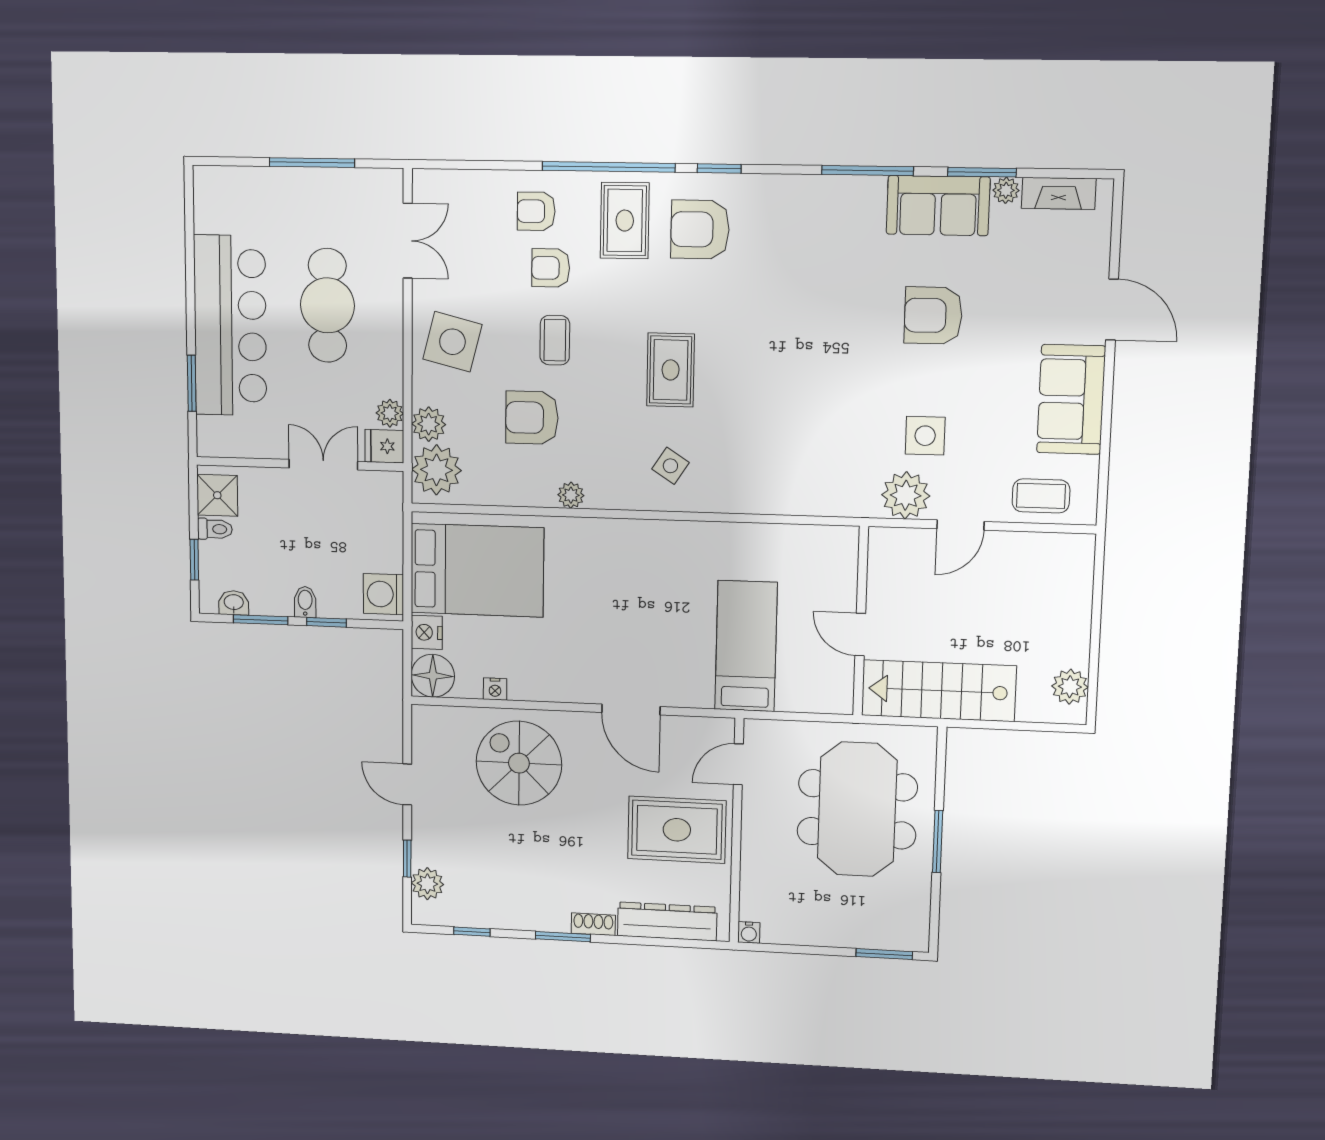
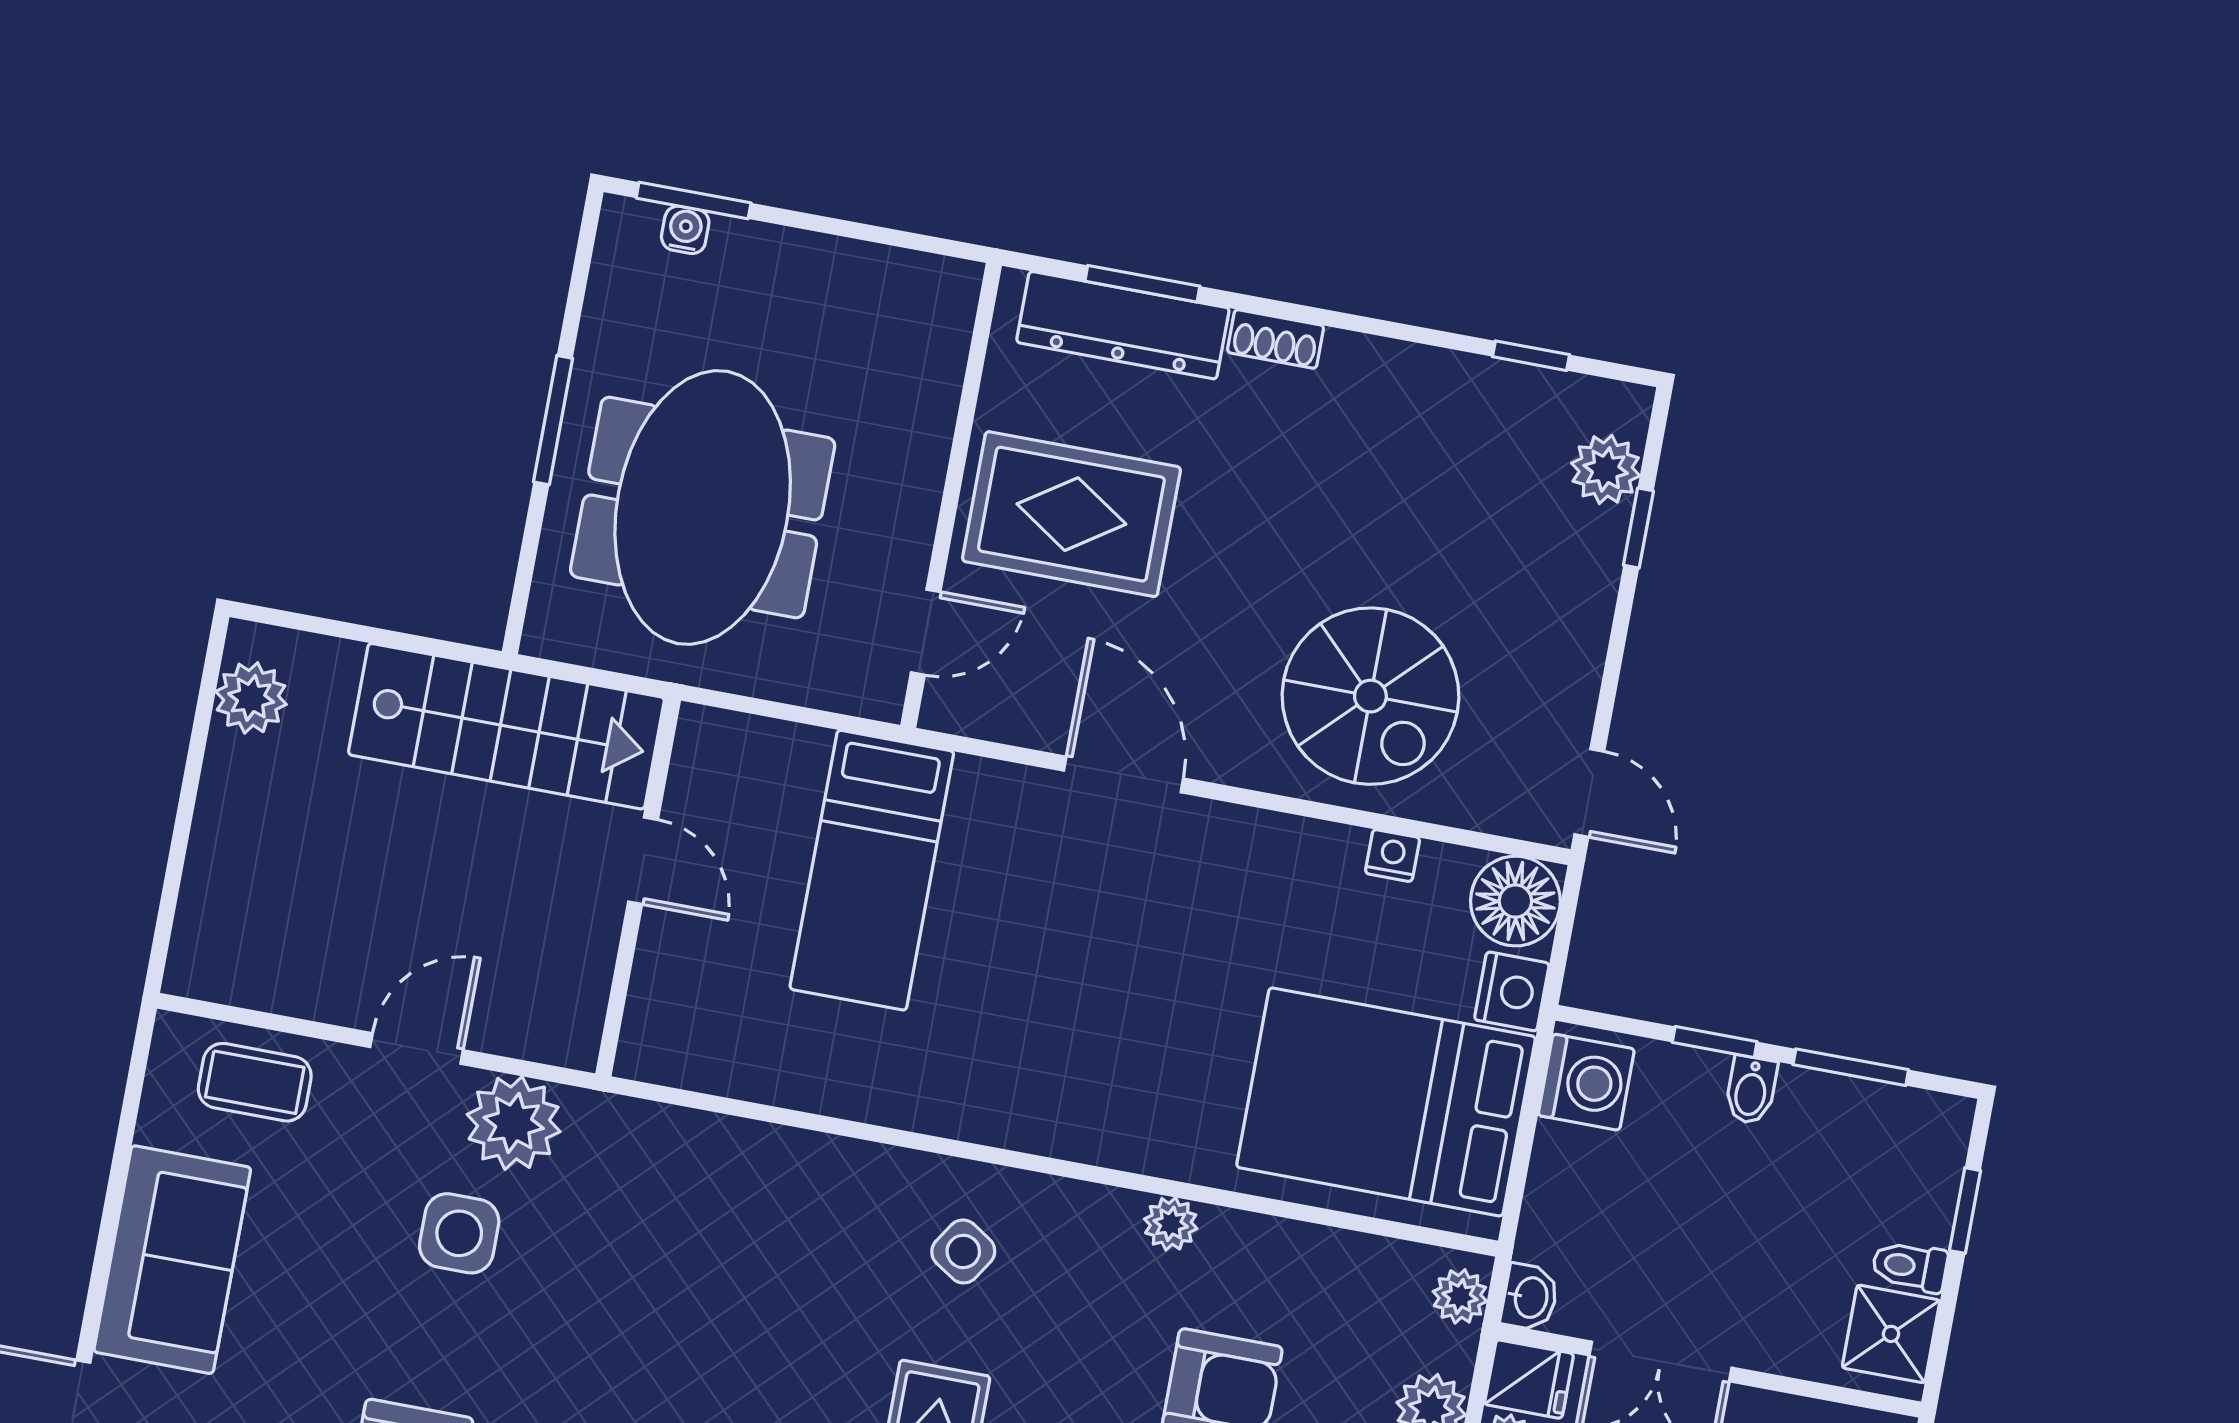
plant: (436, 470) -> (1460, 1296), width x0.53, depth x0.53
washbasin: (234, 603) -> (1530, 1297), moved, turned -90
door: (407, 784) -> (1589, 793), moved
water cooler: (749, 932) -> (685, 230), moved
window: (563, 937) -> (1142, 284), moved

